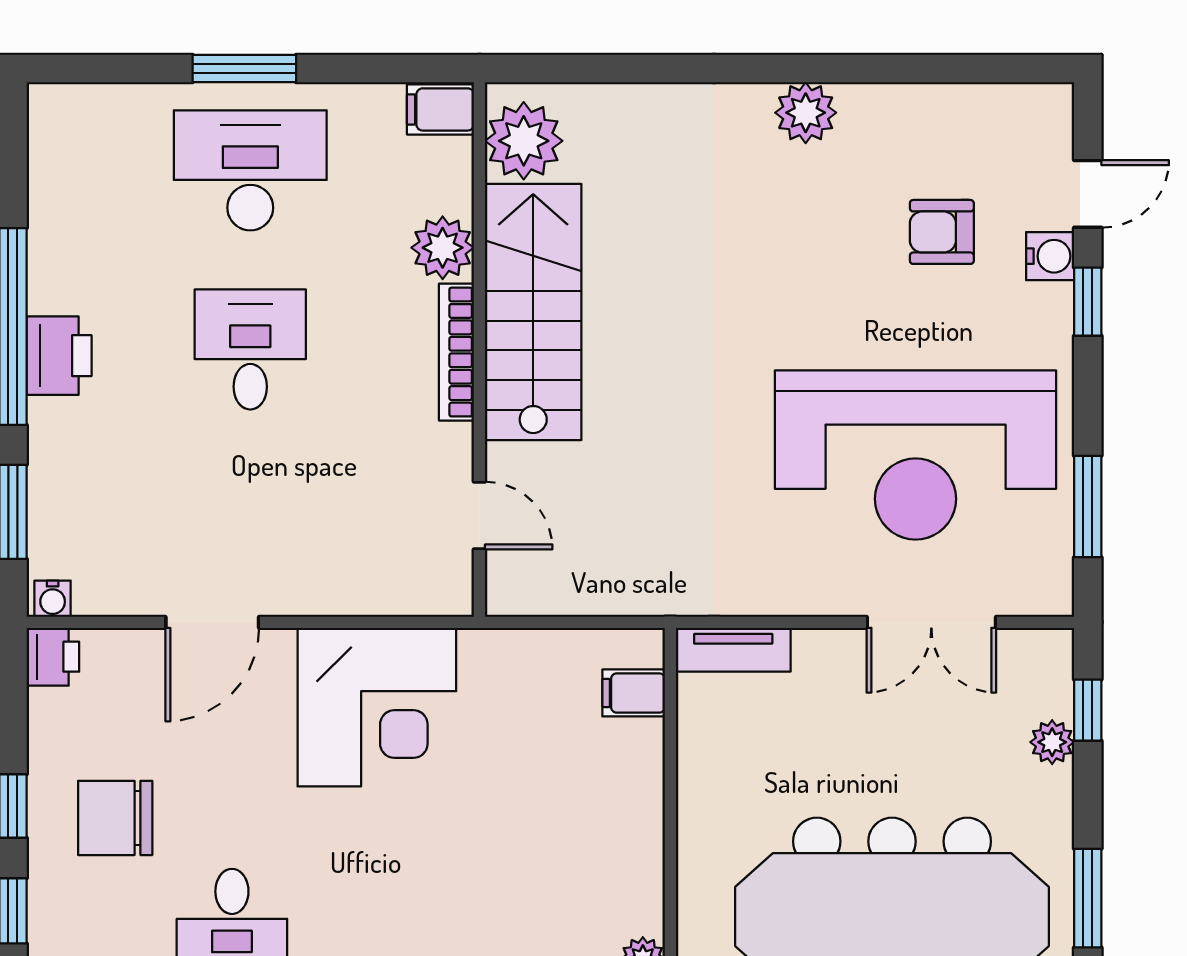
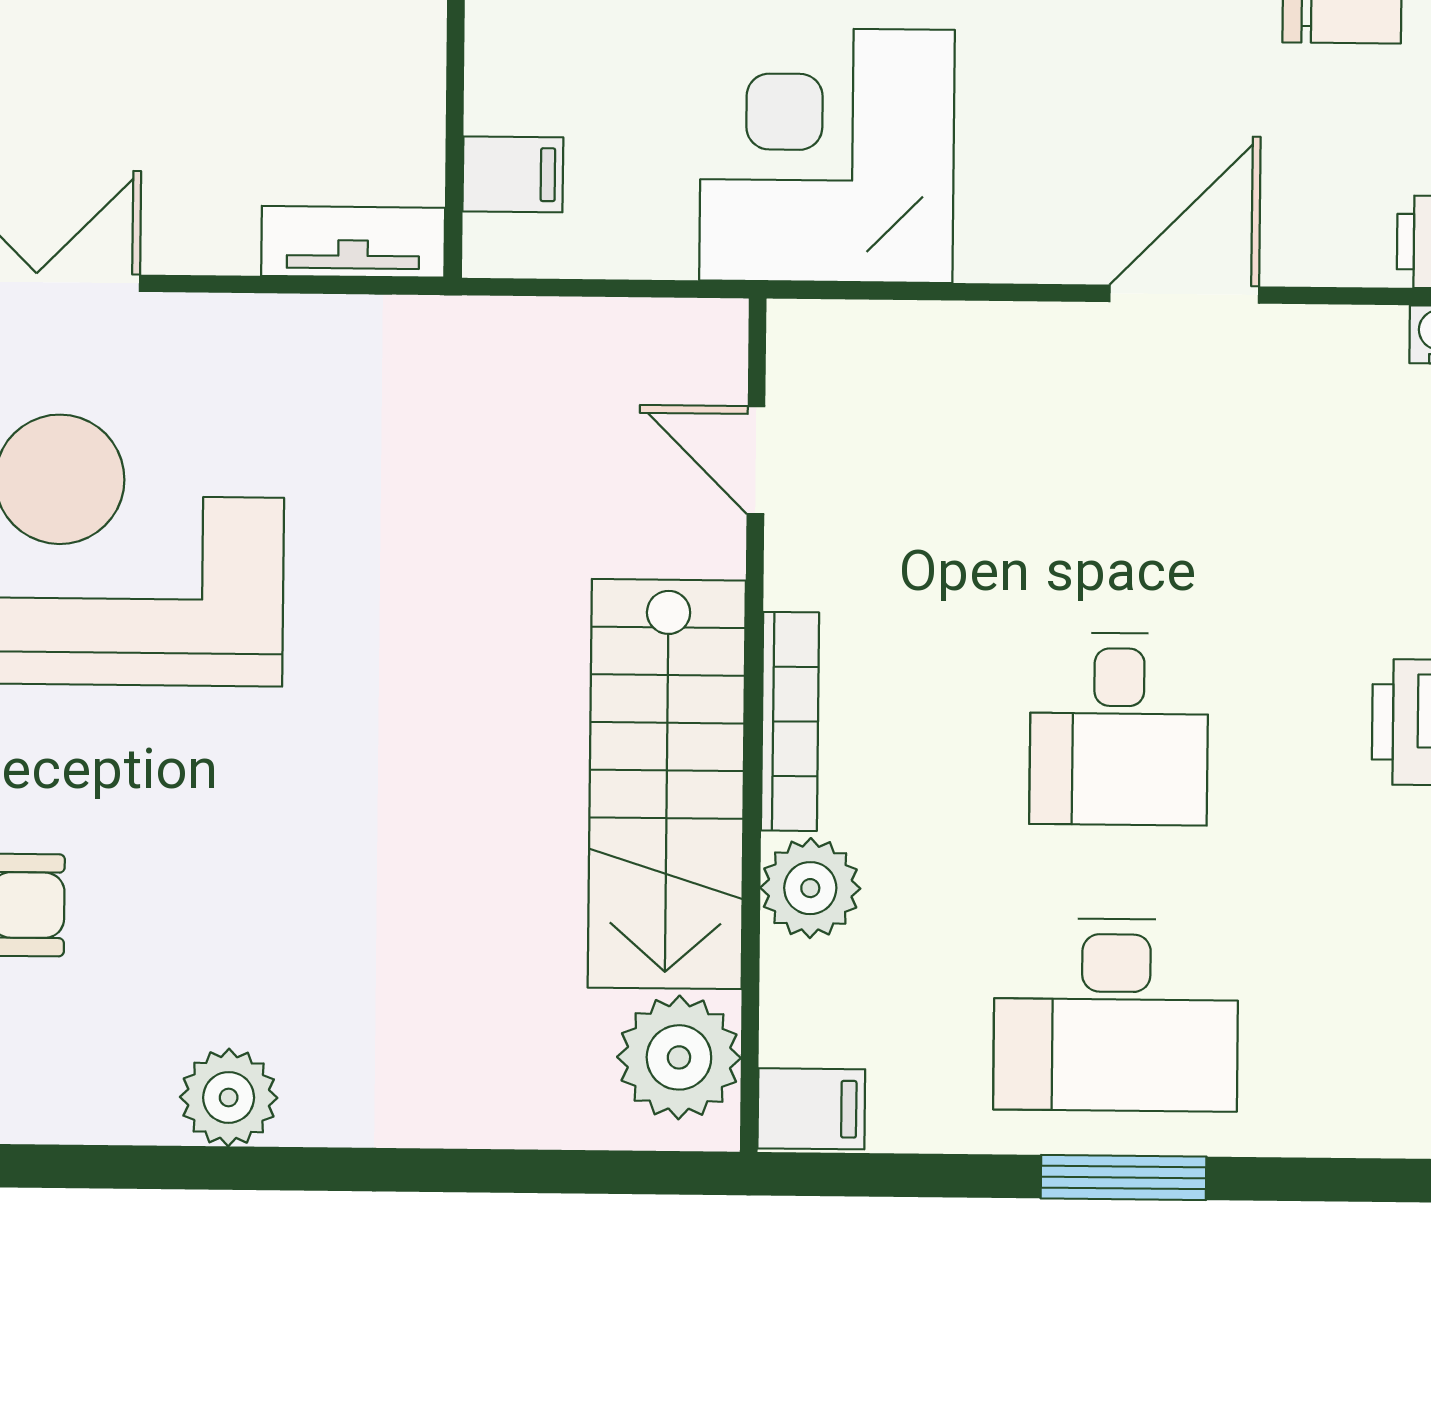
corner desk: (377, 707) -> (827, 155), moved

